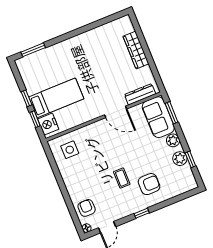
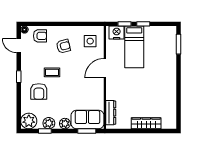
door: (116, 112) -> (105, 68), moved
armchair: (88, 177) -> (63, 46), added
plant: (187, 182) -> (29, 121), added

